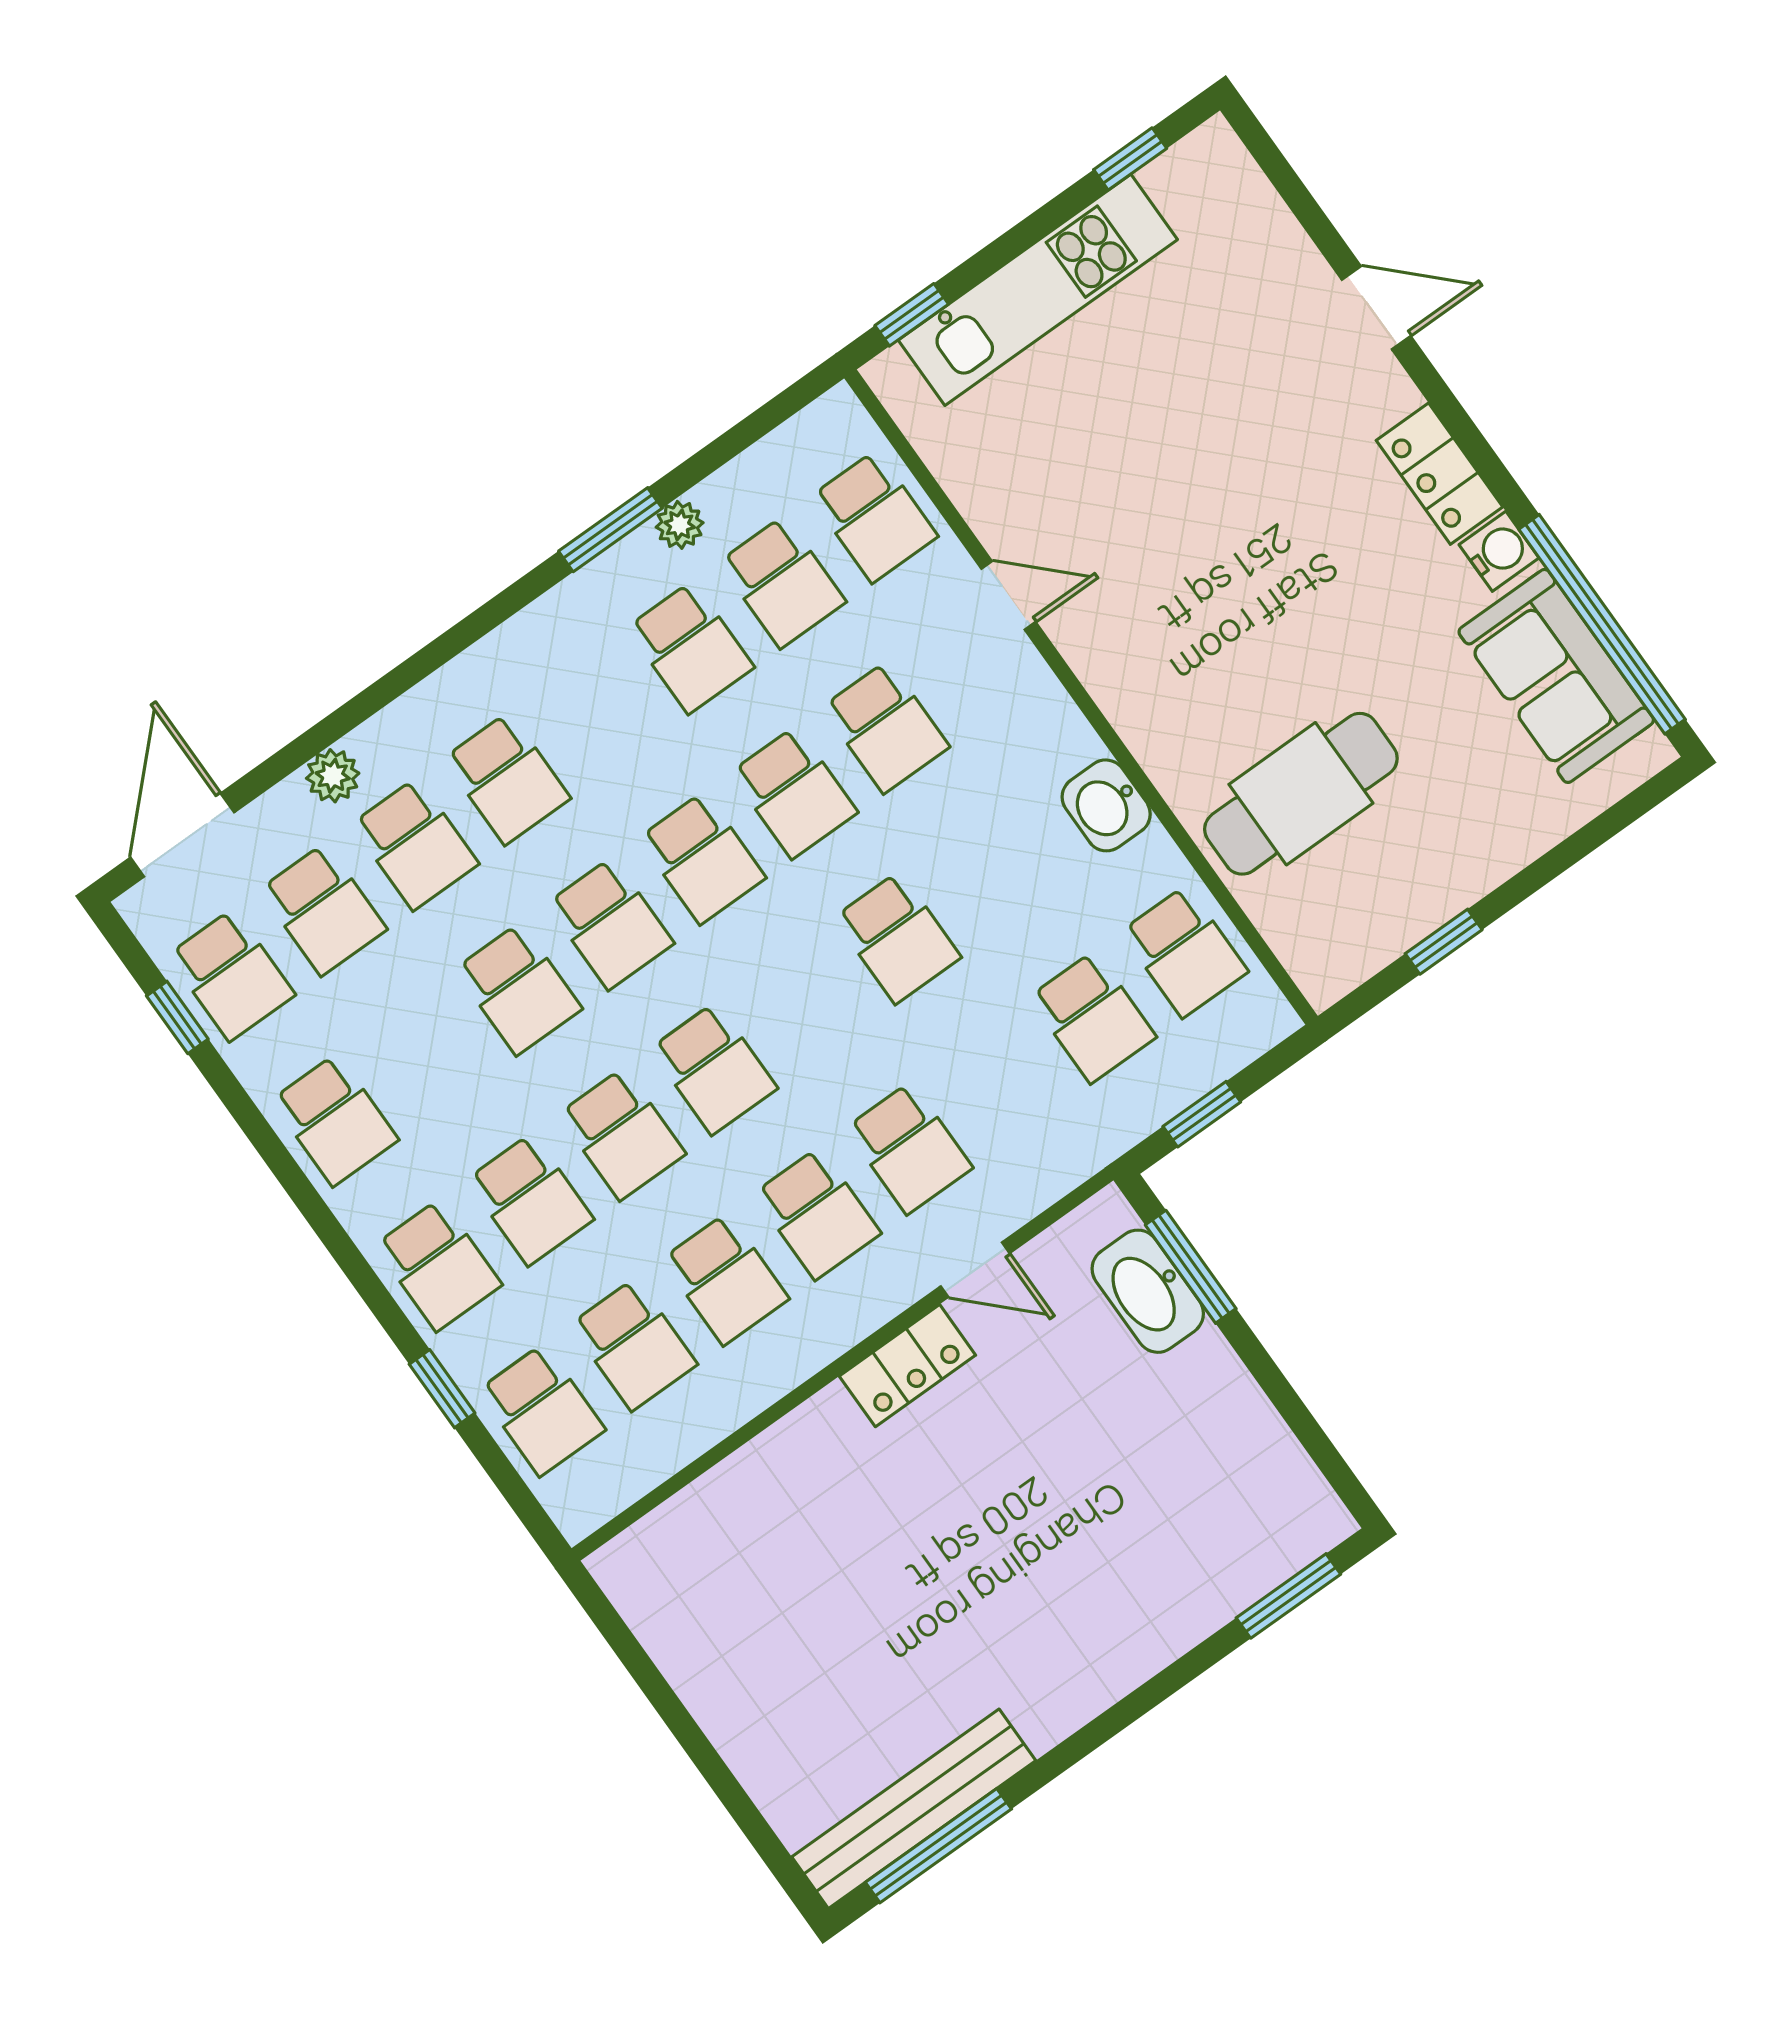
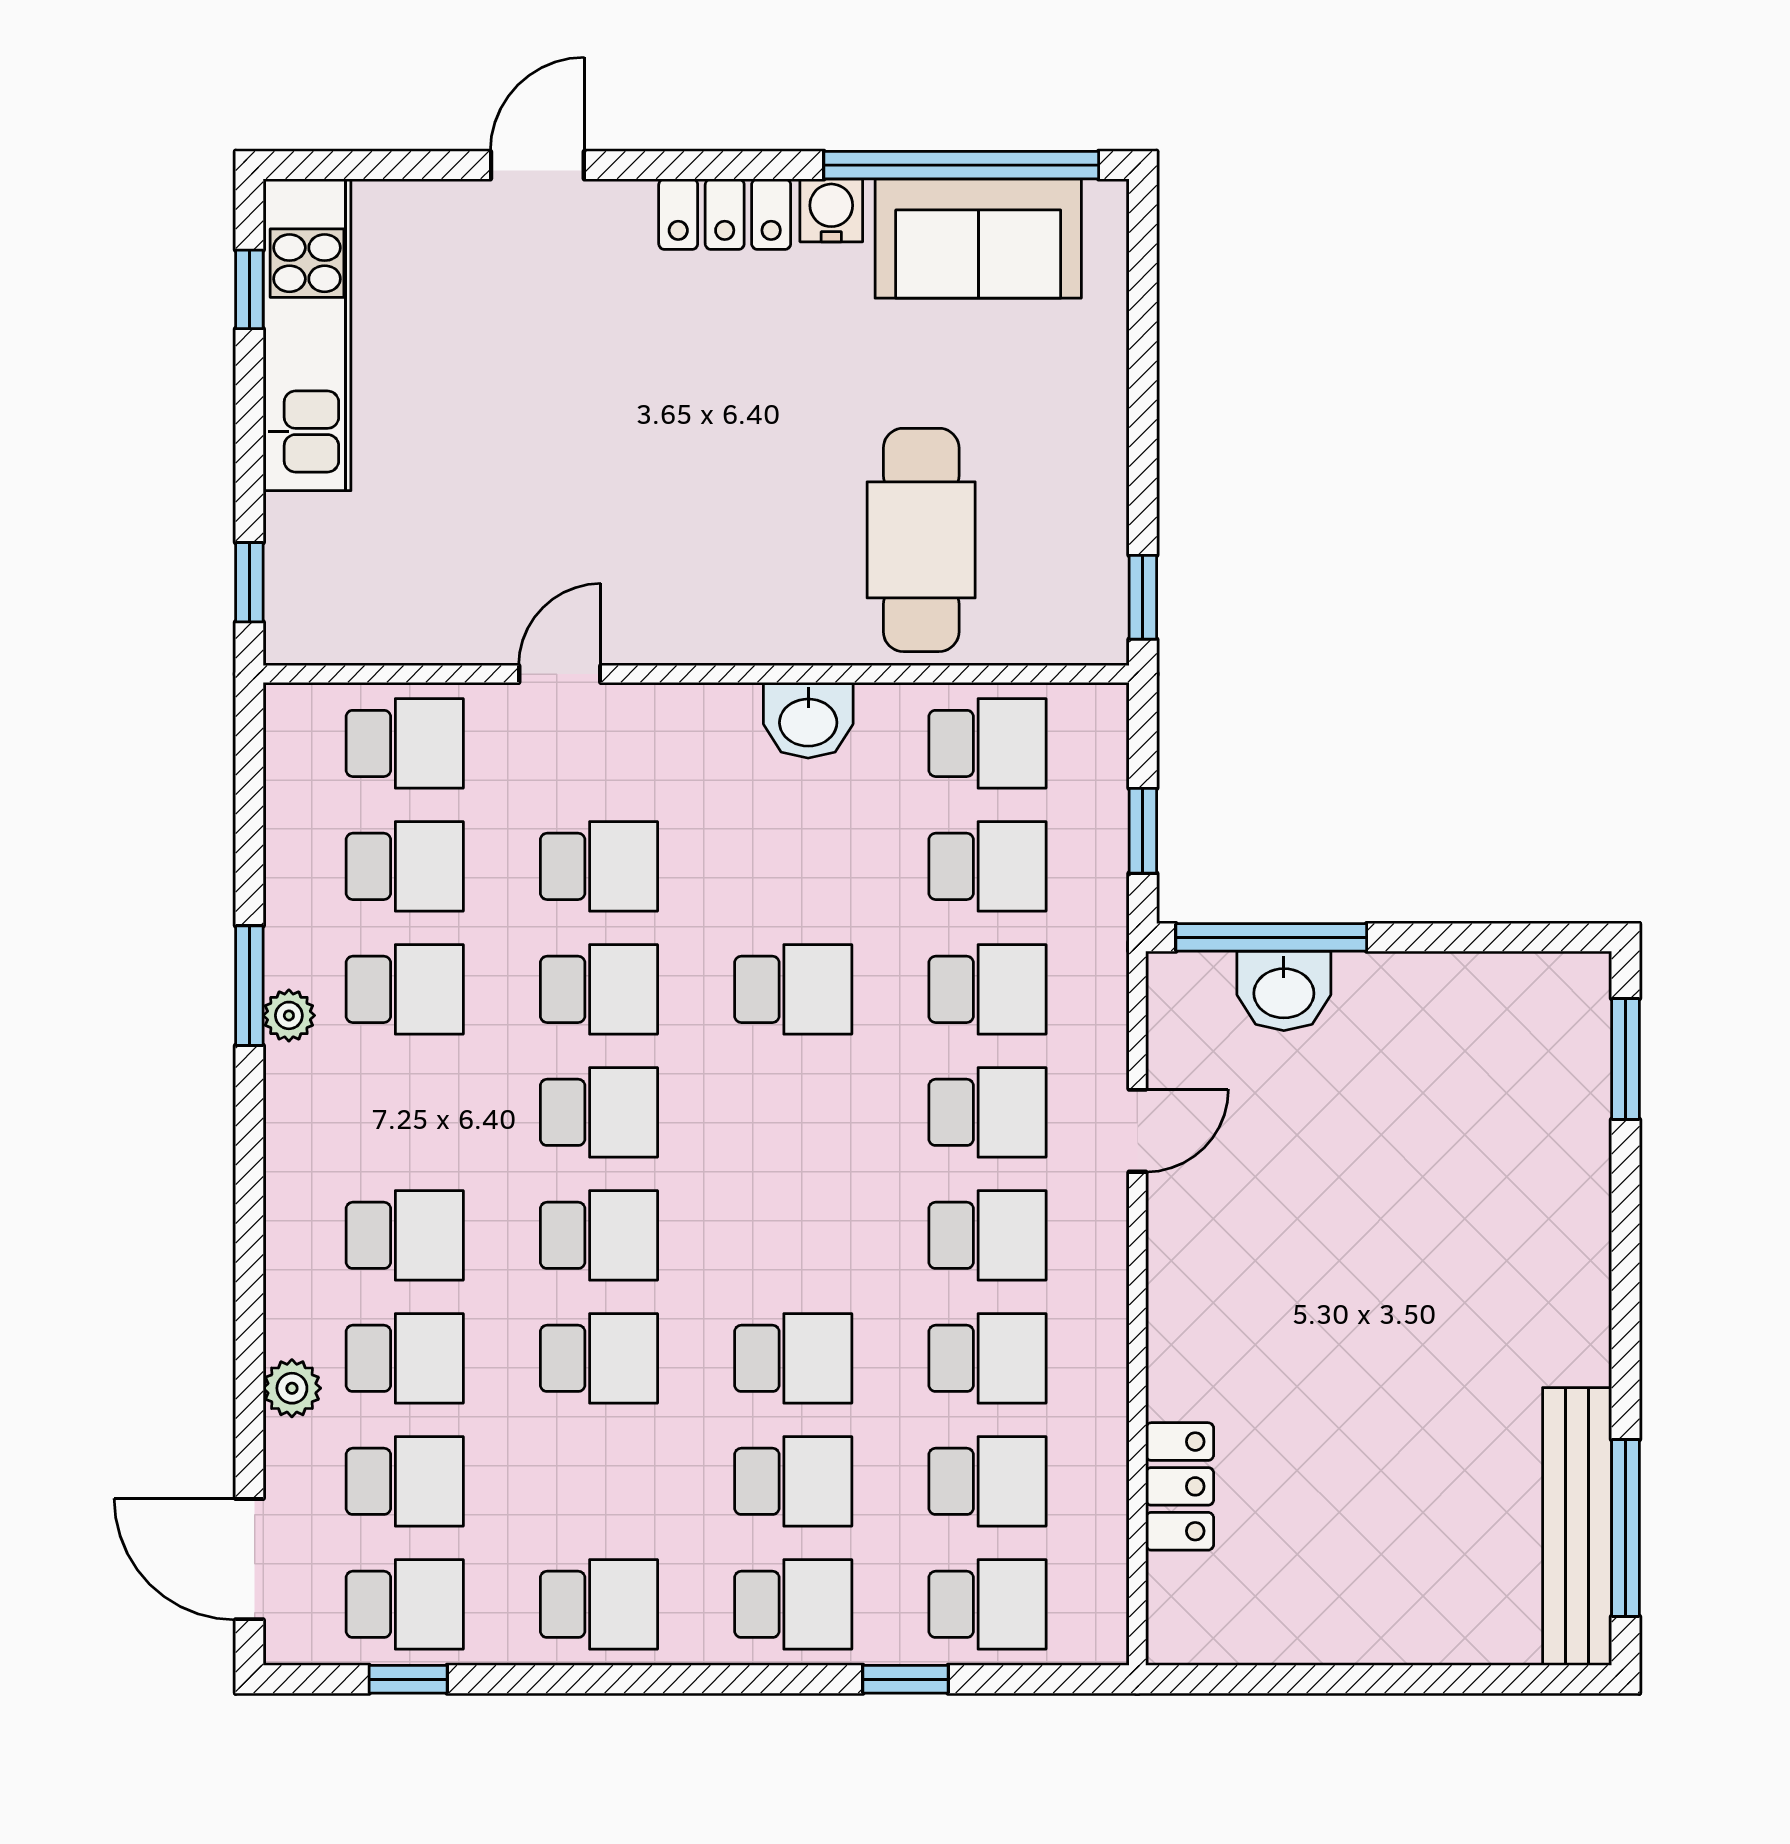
kitchen unit: (1038, 290) -> (307, 335), moved
plant: (680, 525) -> (289, 1015), moved
window: (1444, 942) -> (1143, 597), moved
school desk: (714, 1069) -> (987, 989), moved
window: (1191, 1267) -> (1271, 937), width x1.44
washbasin: (1148, 1291) -> (1284, 991), width x0.72
locker: (907, 1366) -> (1180, 1486), moved

